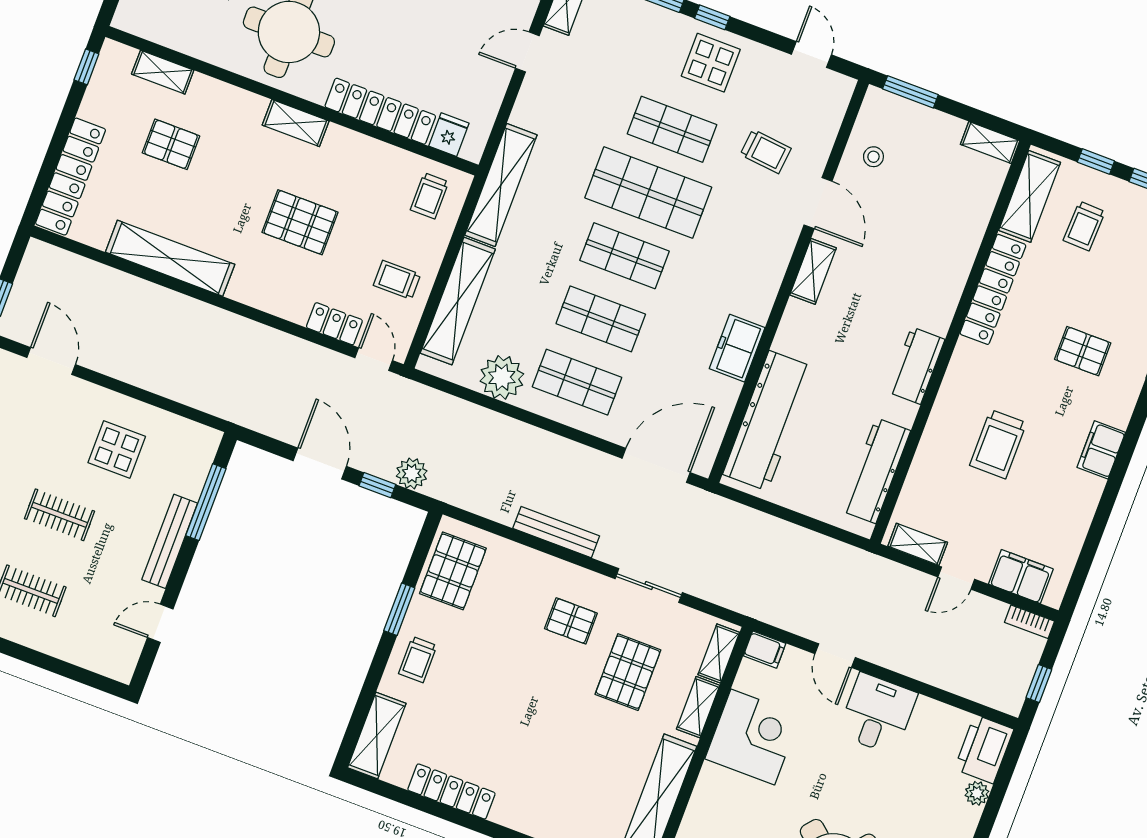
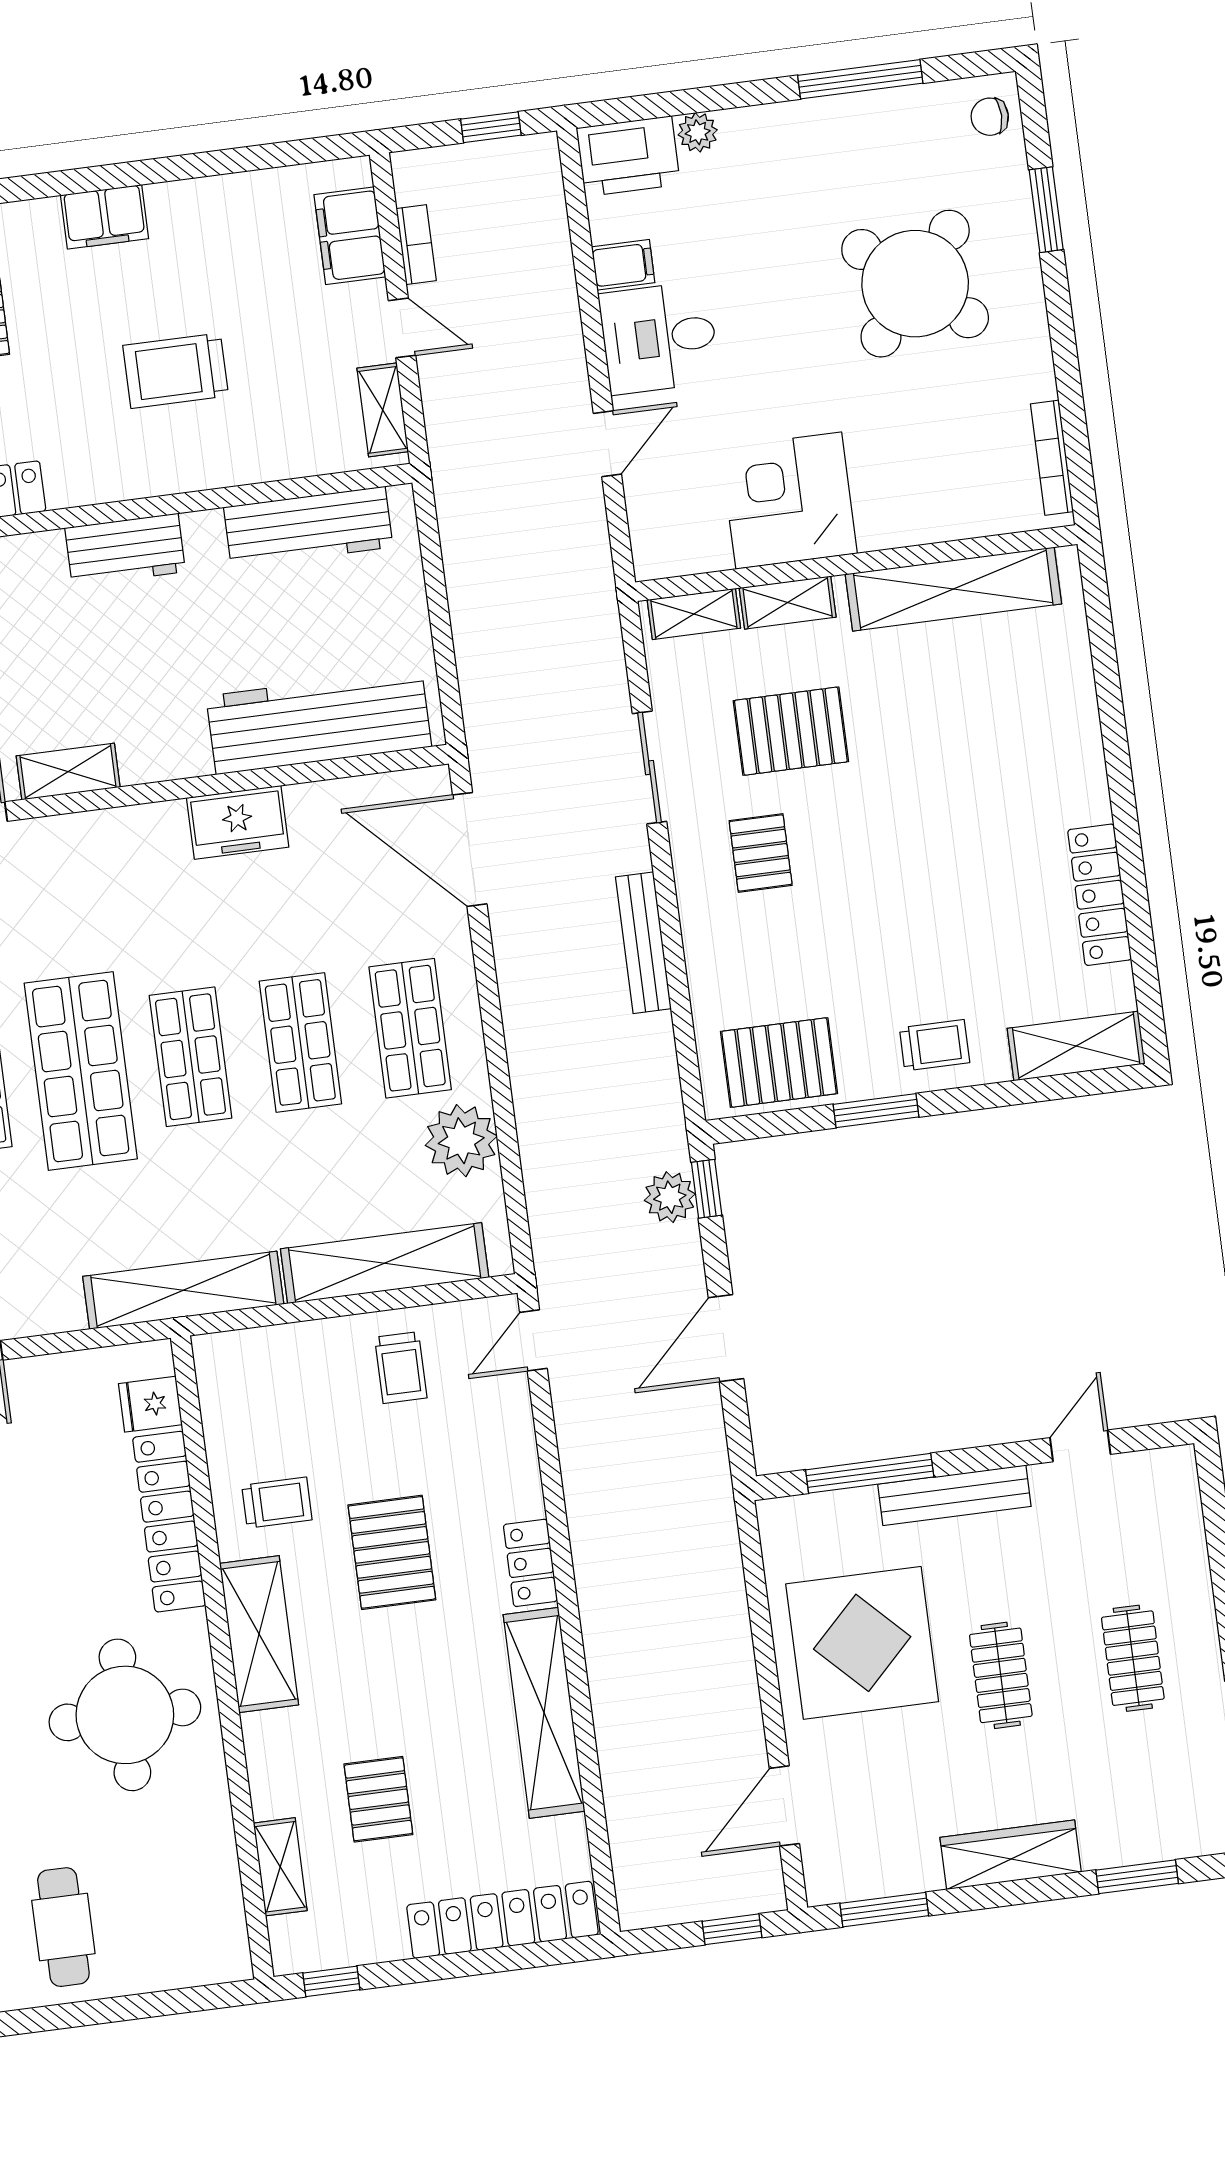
shelving: (296, 123) -> (259, 1634), width x1.50, depth x1.33
trolley: (429, 196) -> (277, 1503), moved
locker: (334, 324) -> (530, 1563), moved
trolley: (998, 444) -> (176, 371), turned 180
display table: (117, 450) -> (862, 1643), width x1.86, depth x1.86
window: (377, 485) -> (707, 1189), moved
bookcase: (1029, 622) -> (416, 245), moved
door: (160, 623) -> (1080, 1446), swing flipped
filing cabinet: (765, 650) -> (623, 265), moved, turned 90

